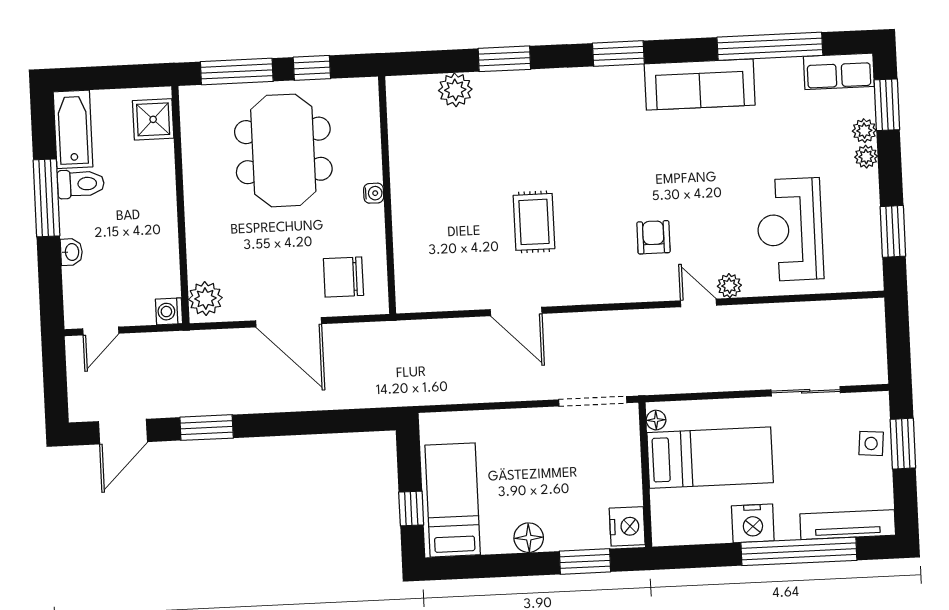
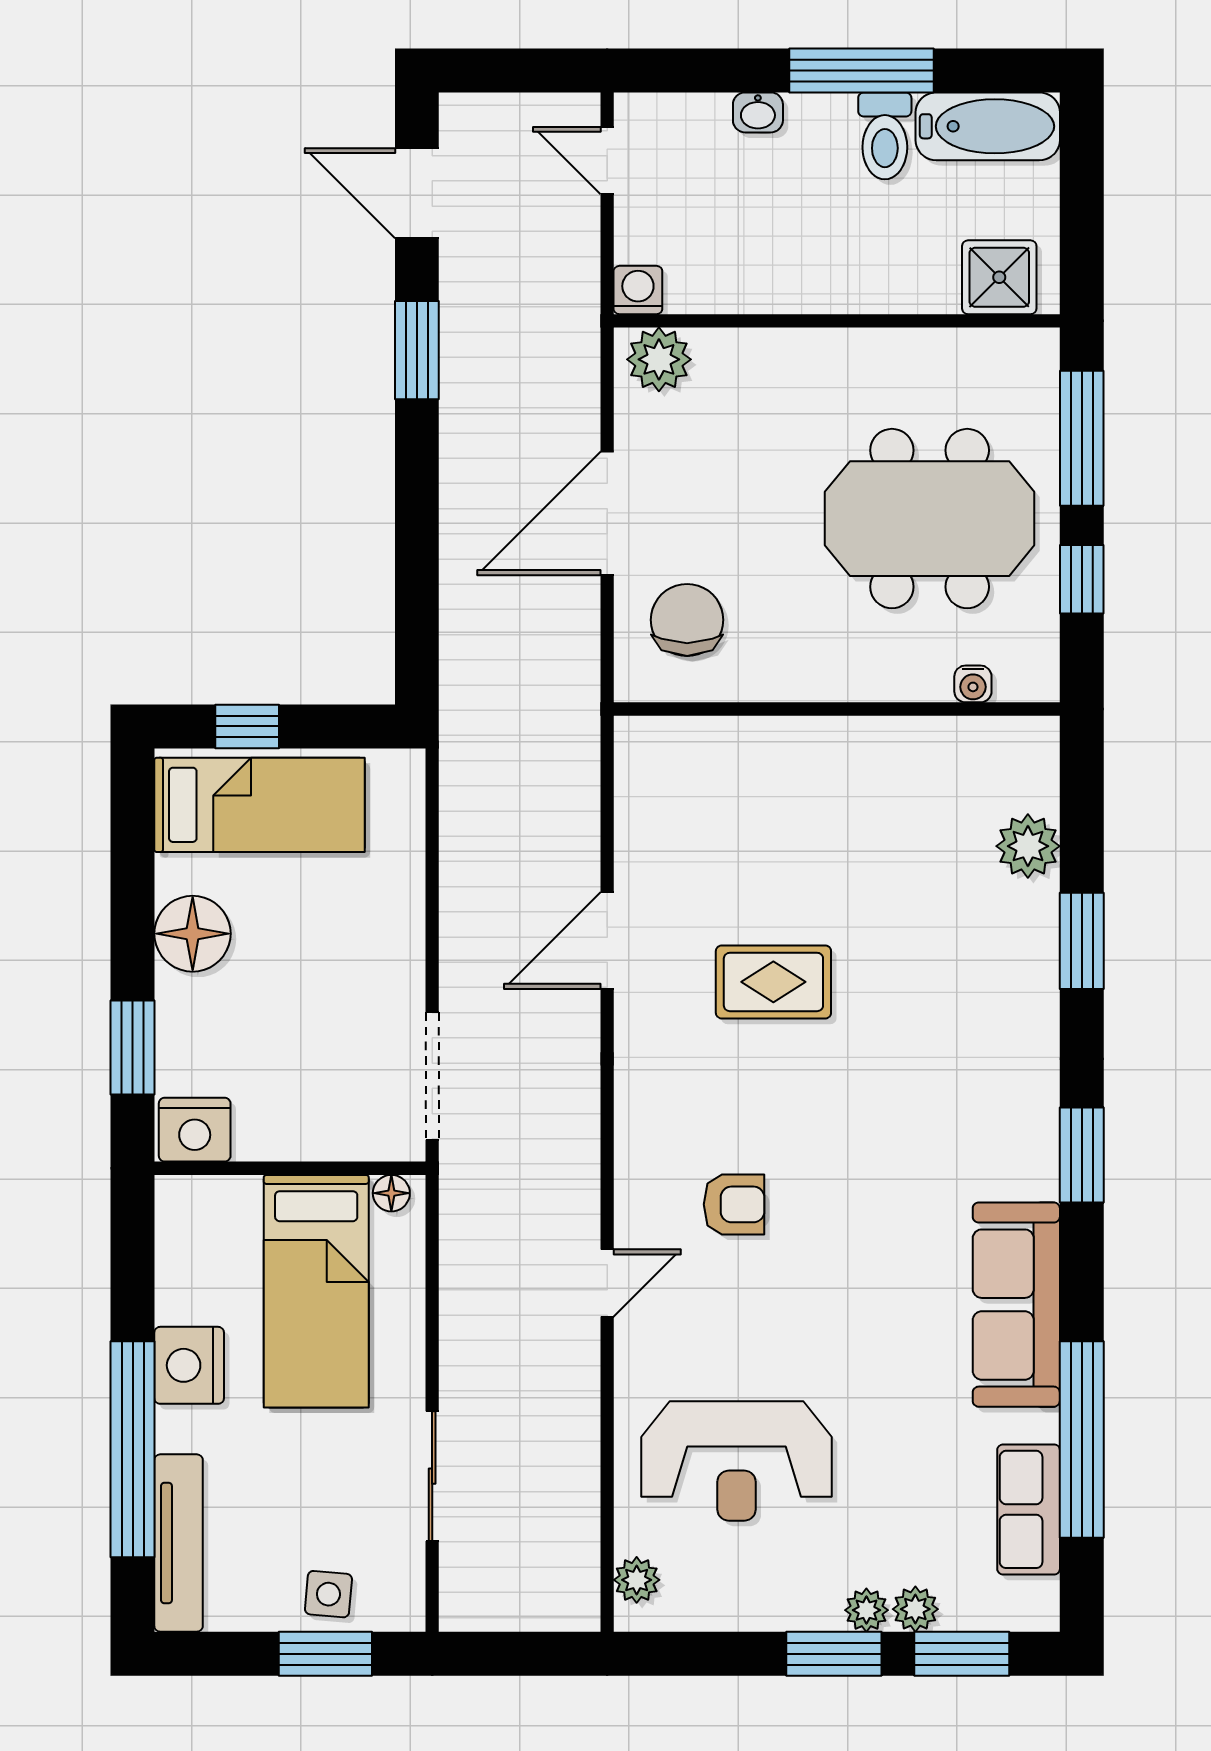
row of seats: (839, 71) -> (1029, 1509), moved
water cooler: (374, 193) -> (973, 684), moved
reception desk: (790, 230) -> (736, 1461), turned 180
window: (893, 231) -> (834, 1654), moved
plant: (729, 286) -> (637, 1580), moved
floor lamp: (529, 538) -> (193, 934), width x1.38, depth x1.38

